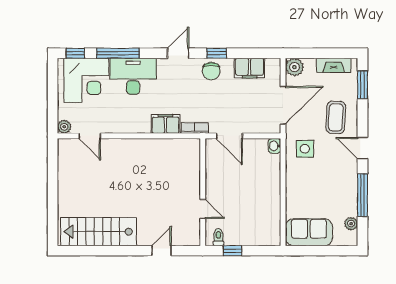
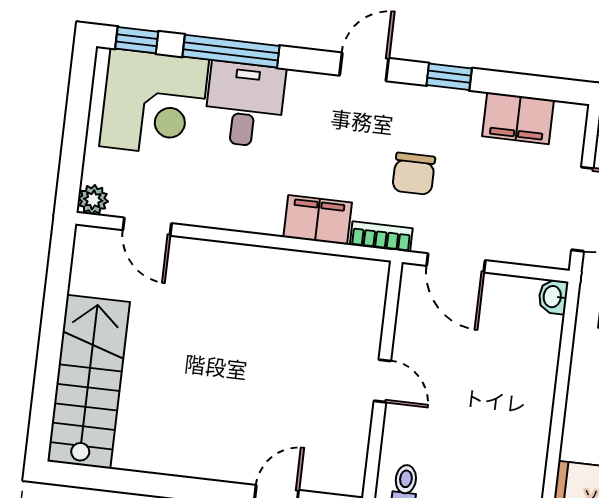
chair: (211, 71) -> (414, 174), moved
desk: (133, 76) -> (245, 104), width x0.73
door: (203, 209) -> (382, 381), moved
stairs: (99, 232) -> (88, 382), moved, turned 90

